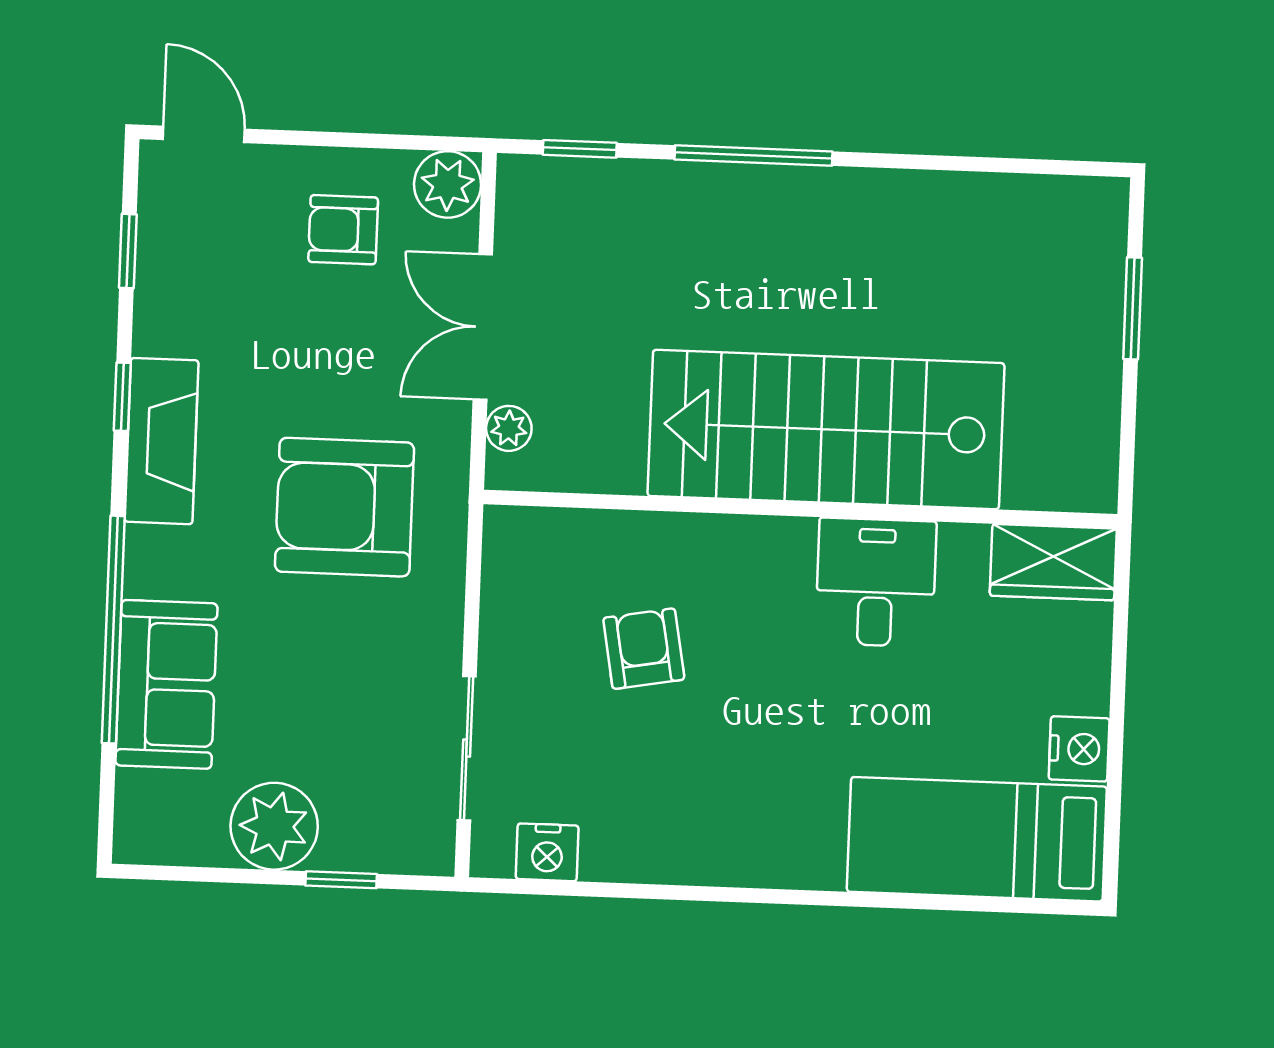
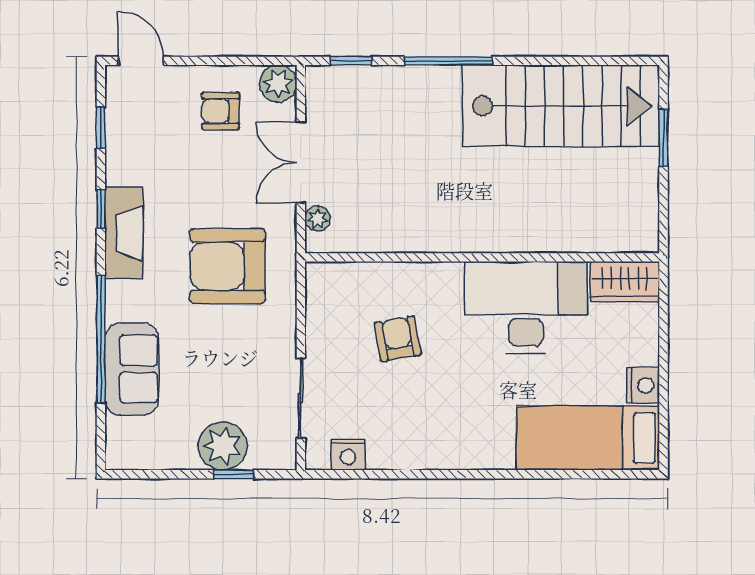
stairs: (826, 430) -> (561, 106), moved, turned 180
desk: (876, 582) -> (526, 307), width x1.87, depth x1.30
plant: (274, 826) -> (223, 446), moved

